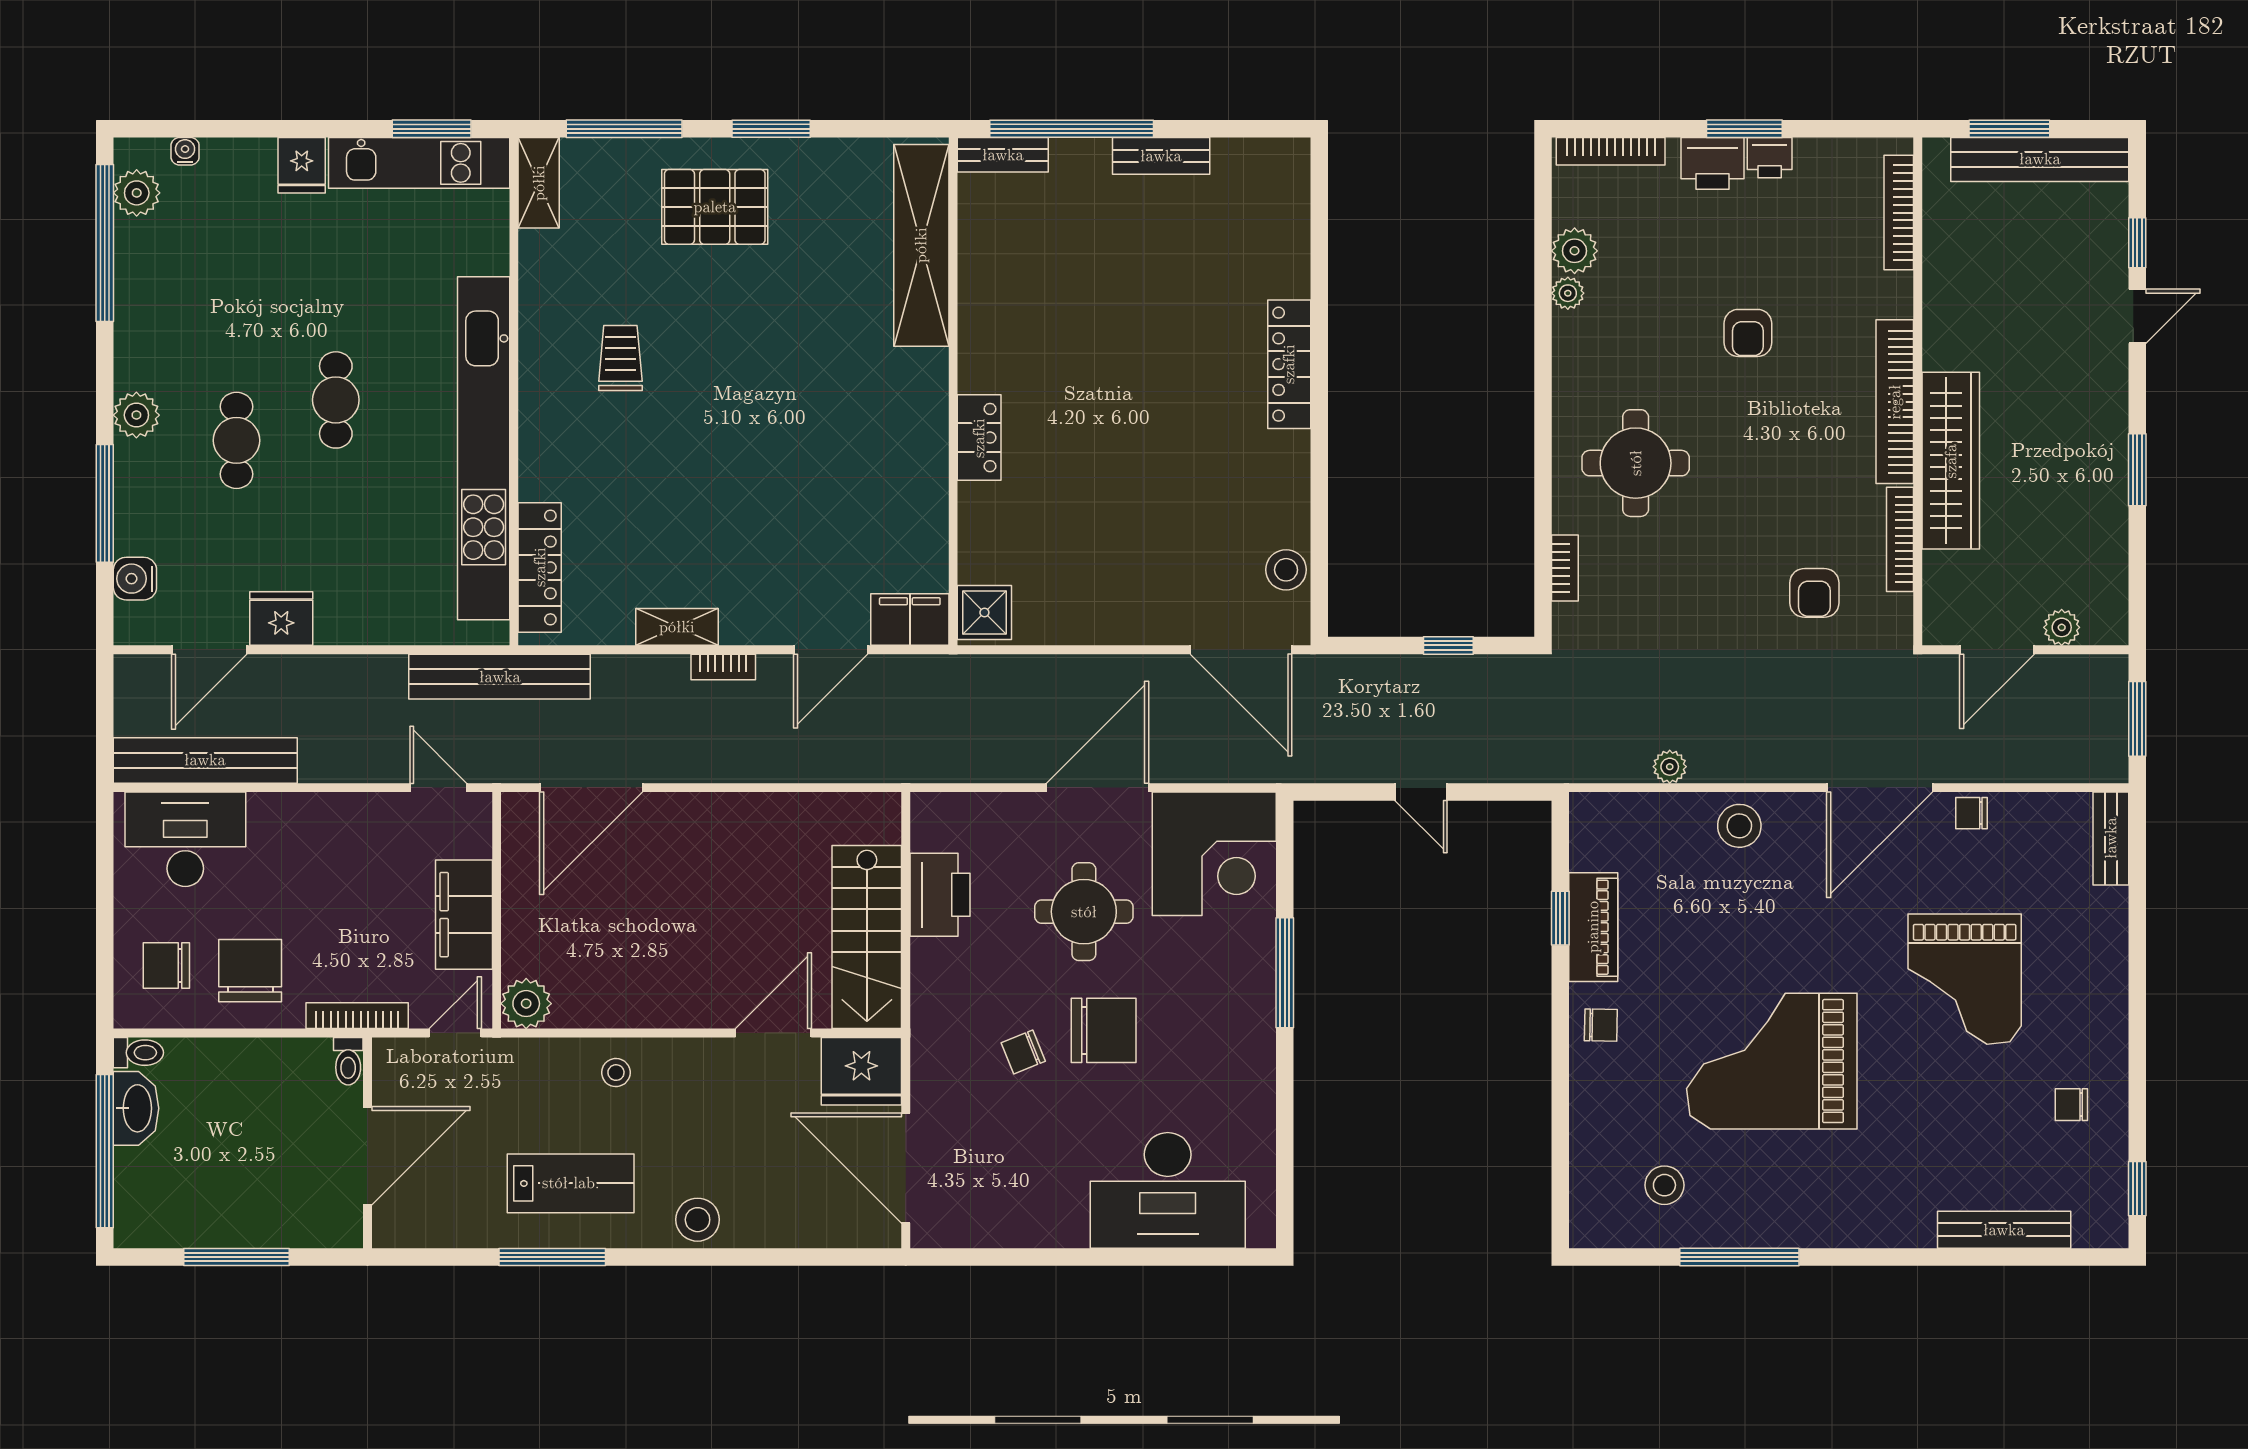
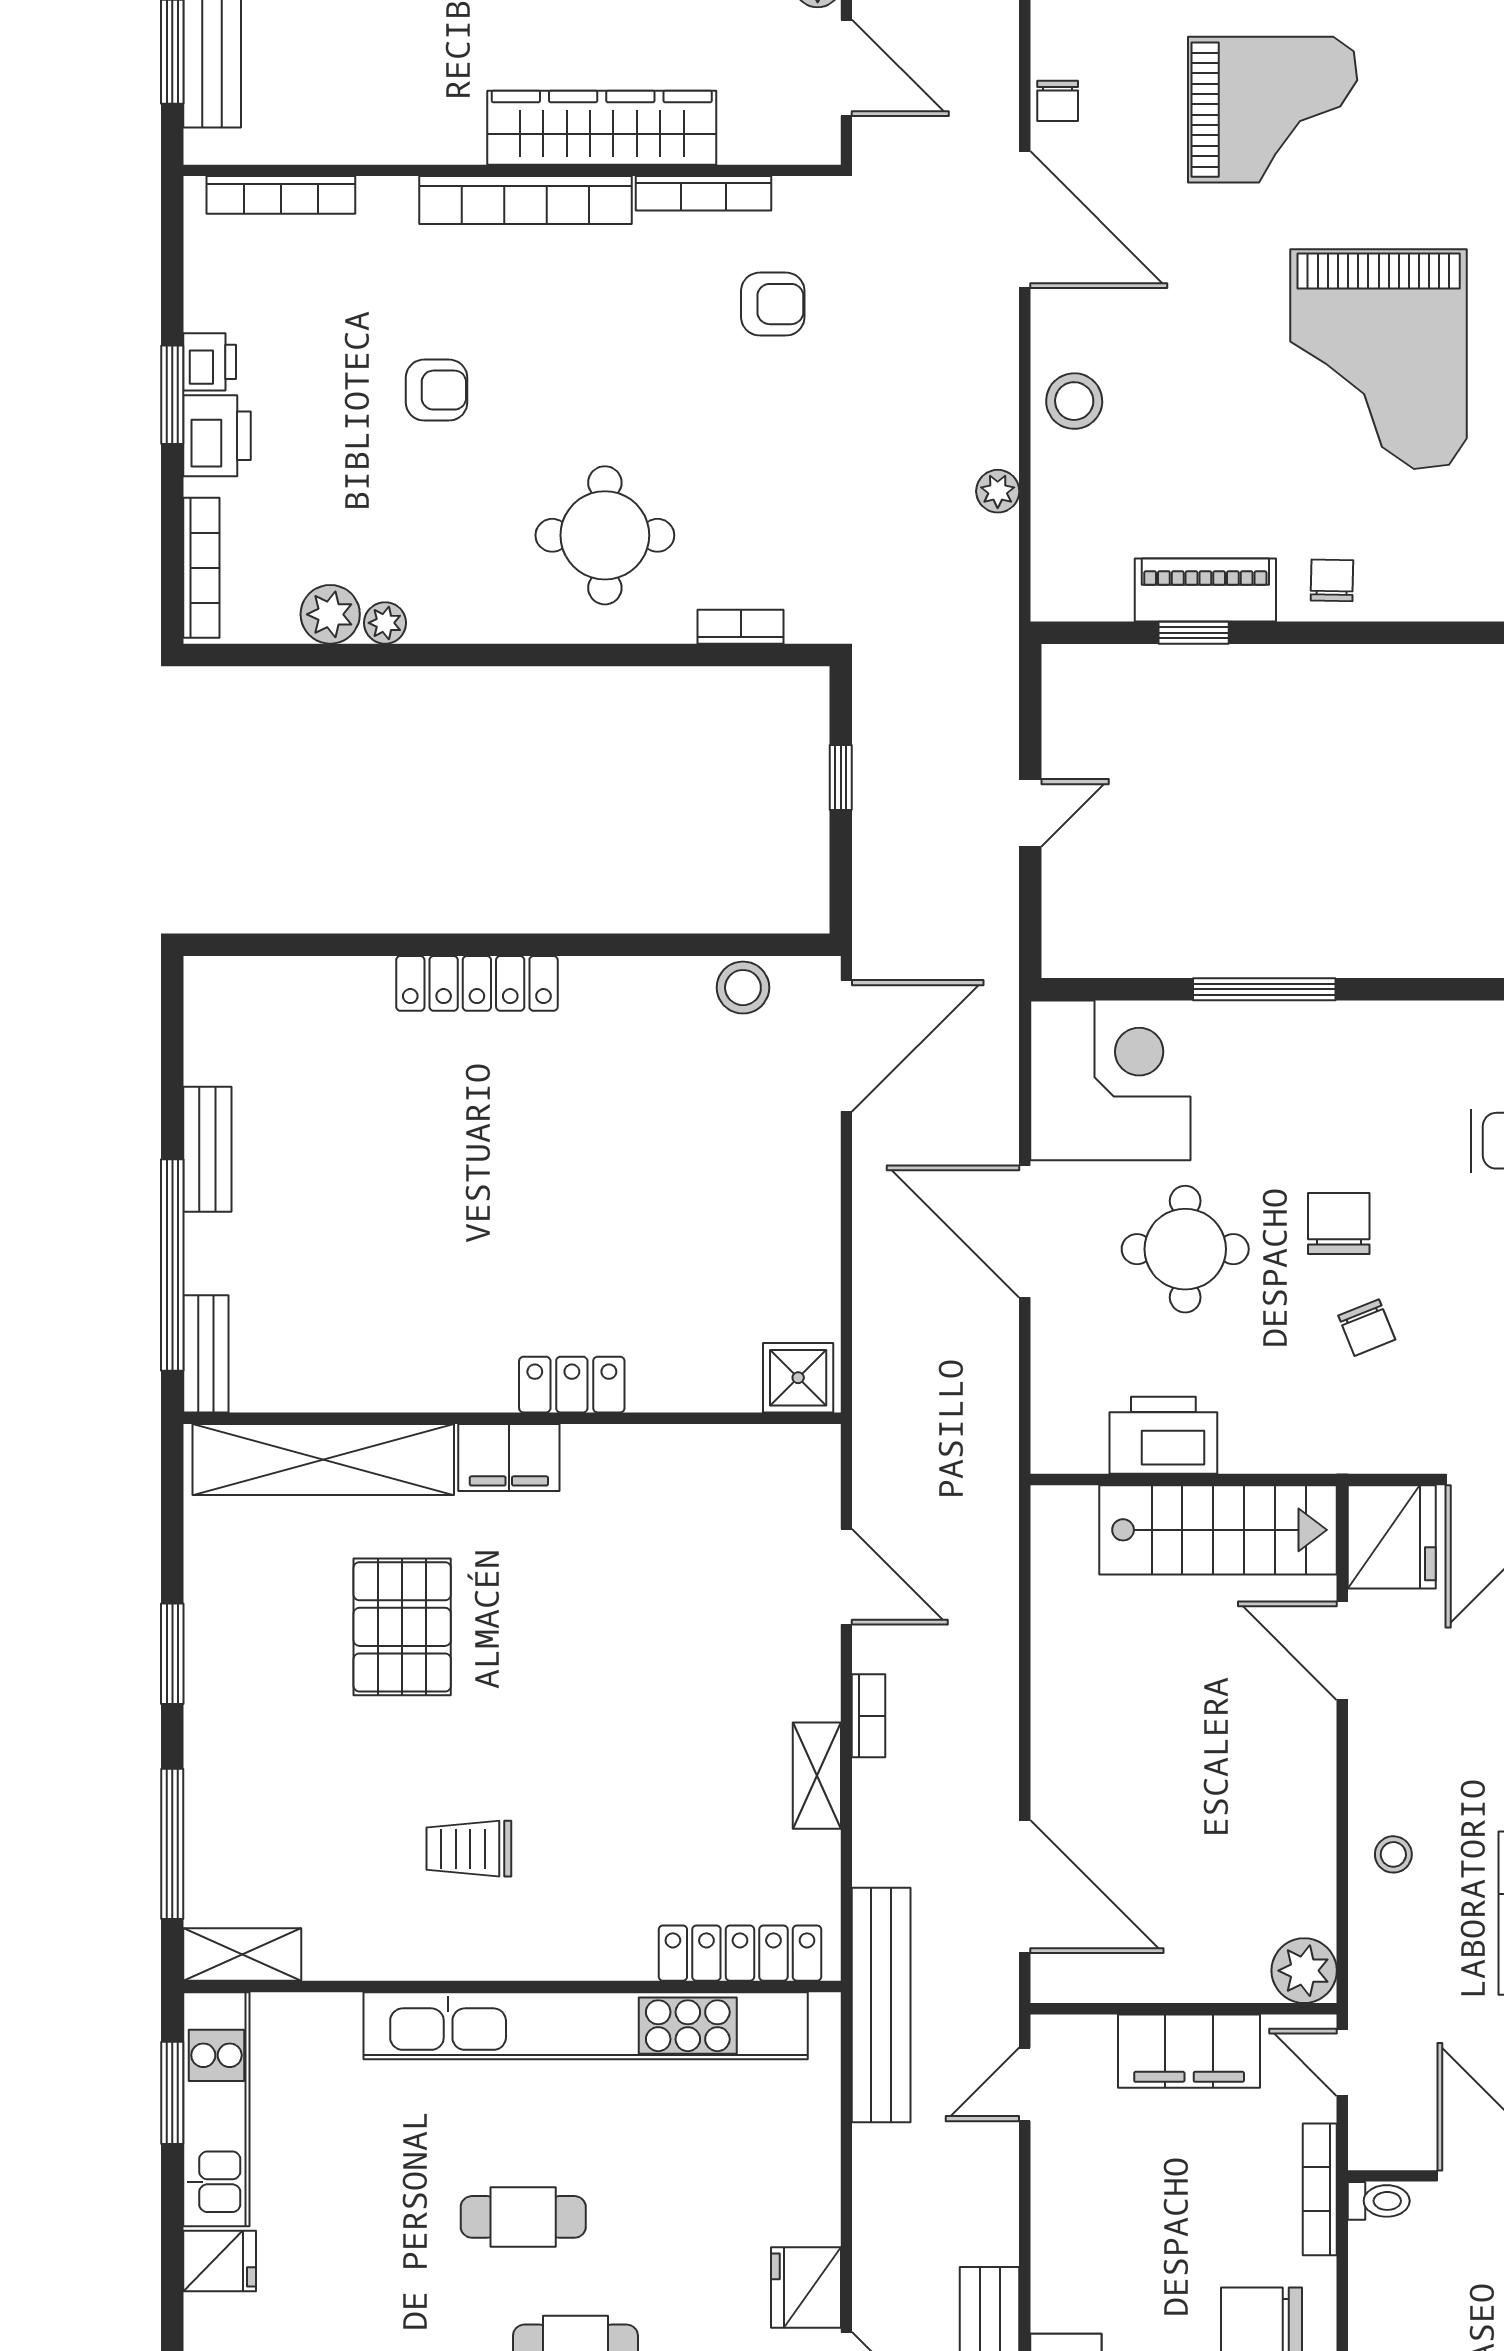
pallet: (715, 207) -> (402, 1627), moved
filing cabinet: (910, 619) -> (509, 1457), moved, turned -90
chair: (1104, 1030) -> (1339, 1223), width x0.73, depth x0.73

